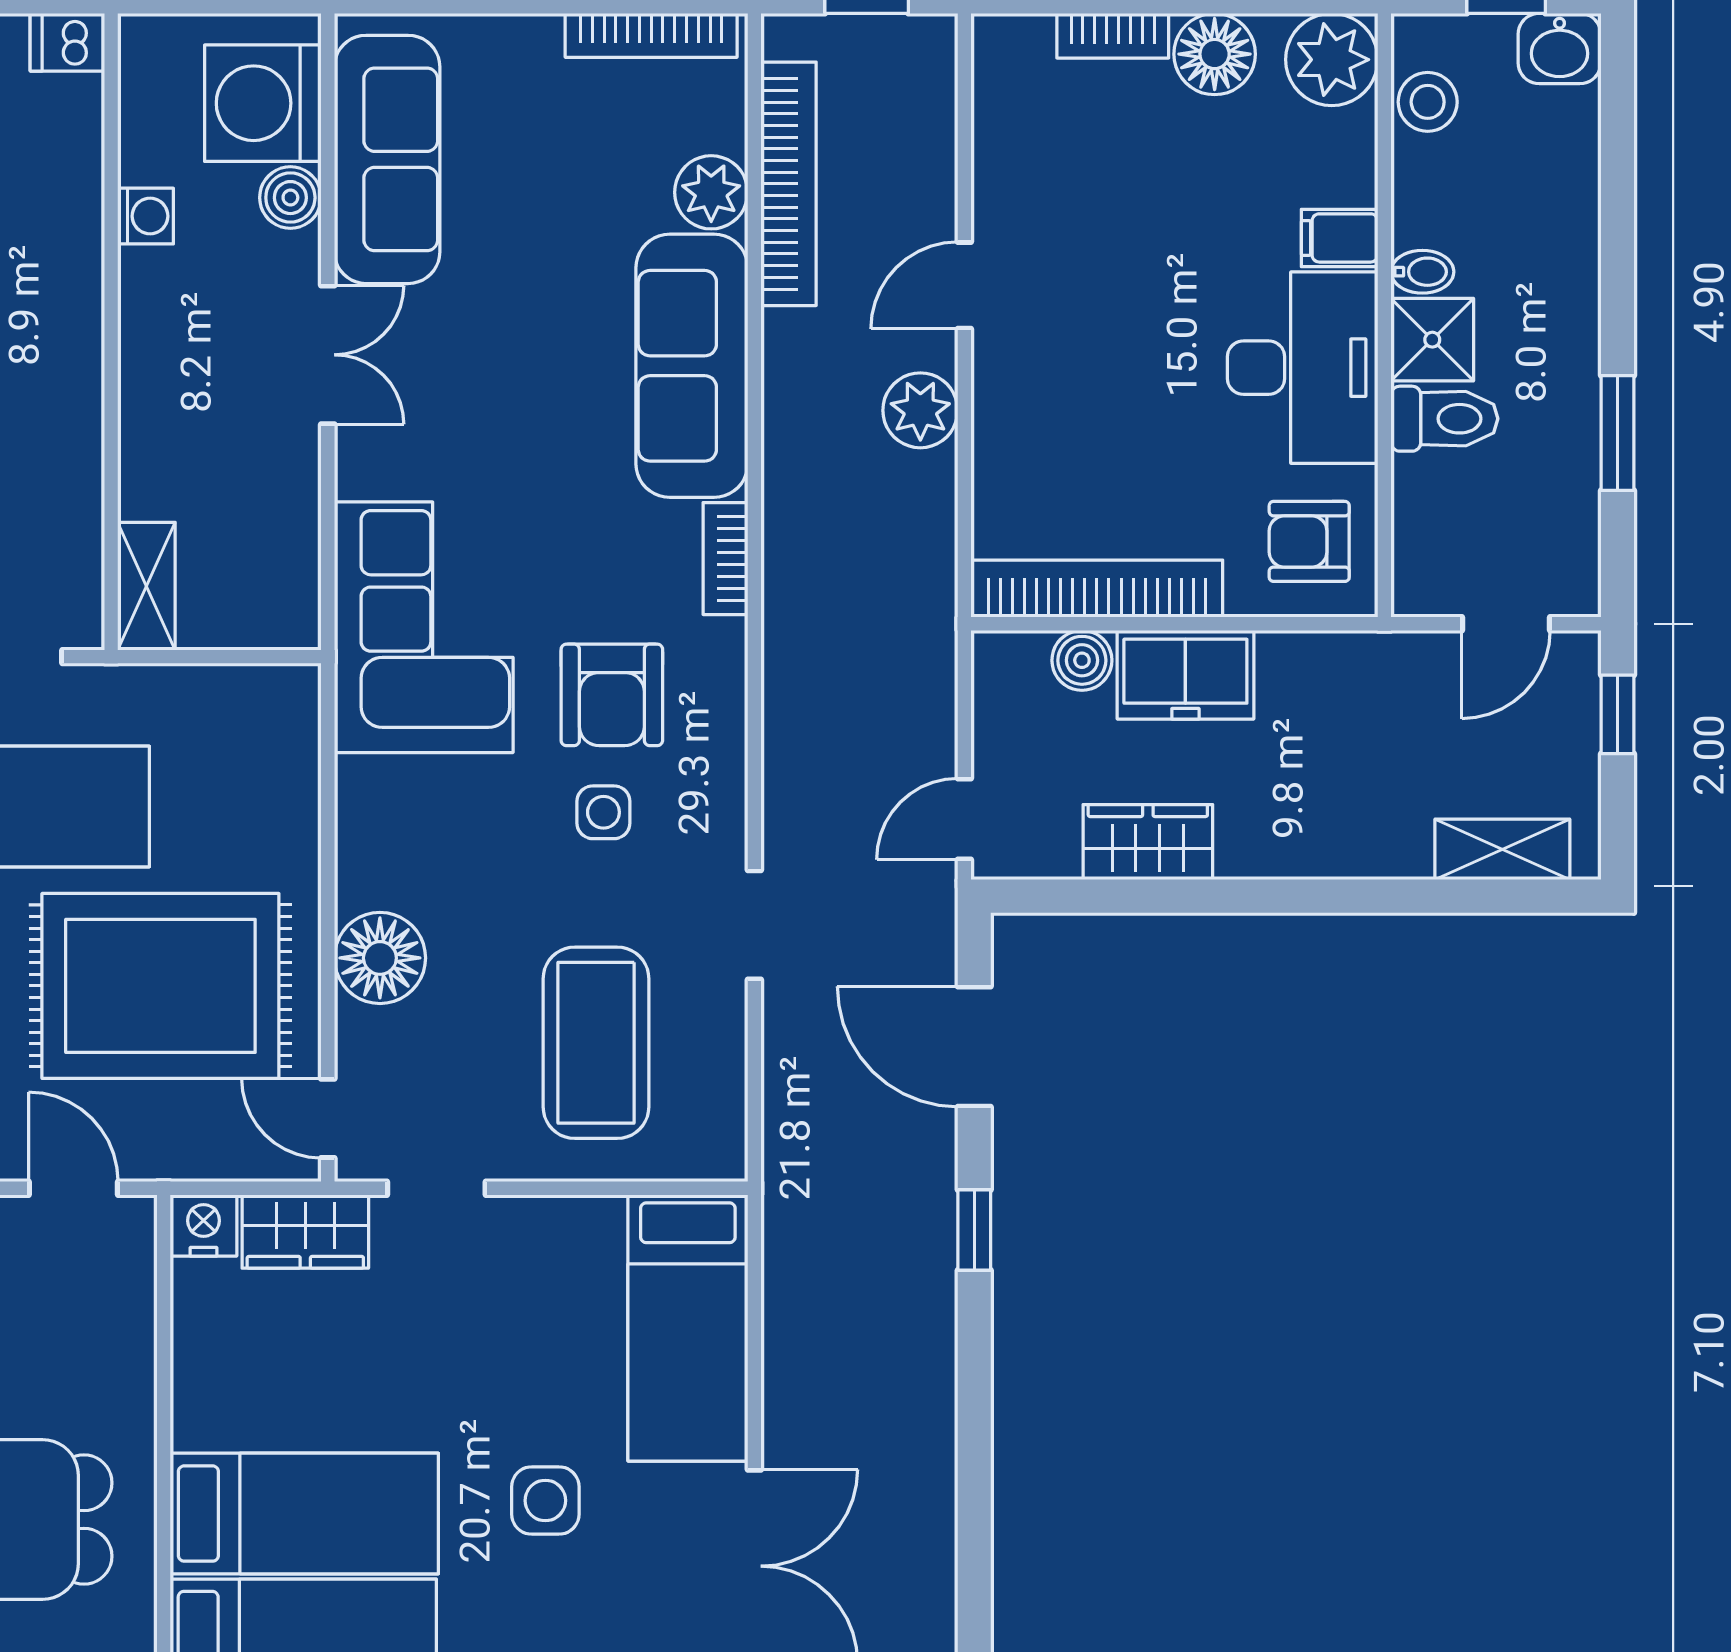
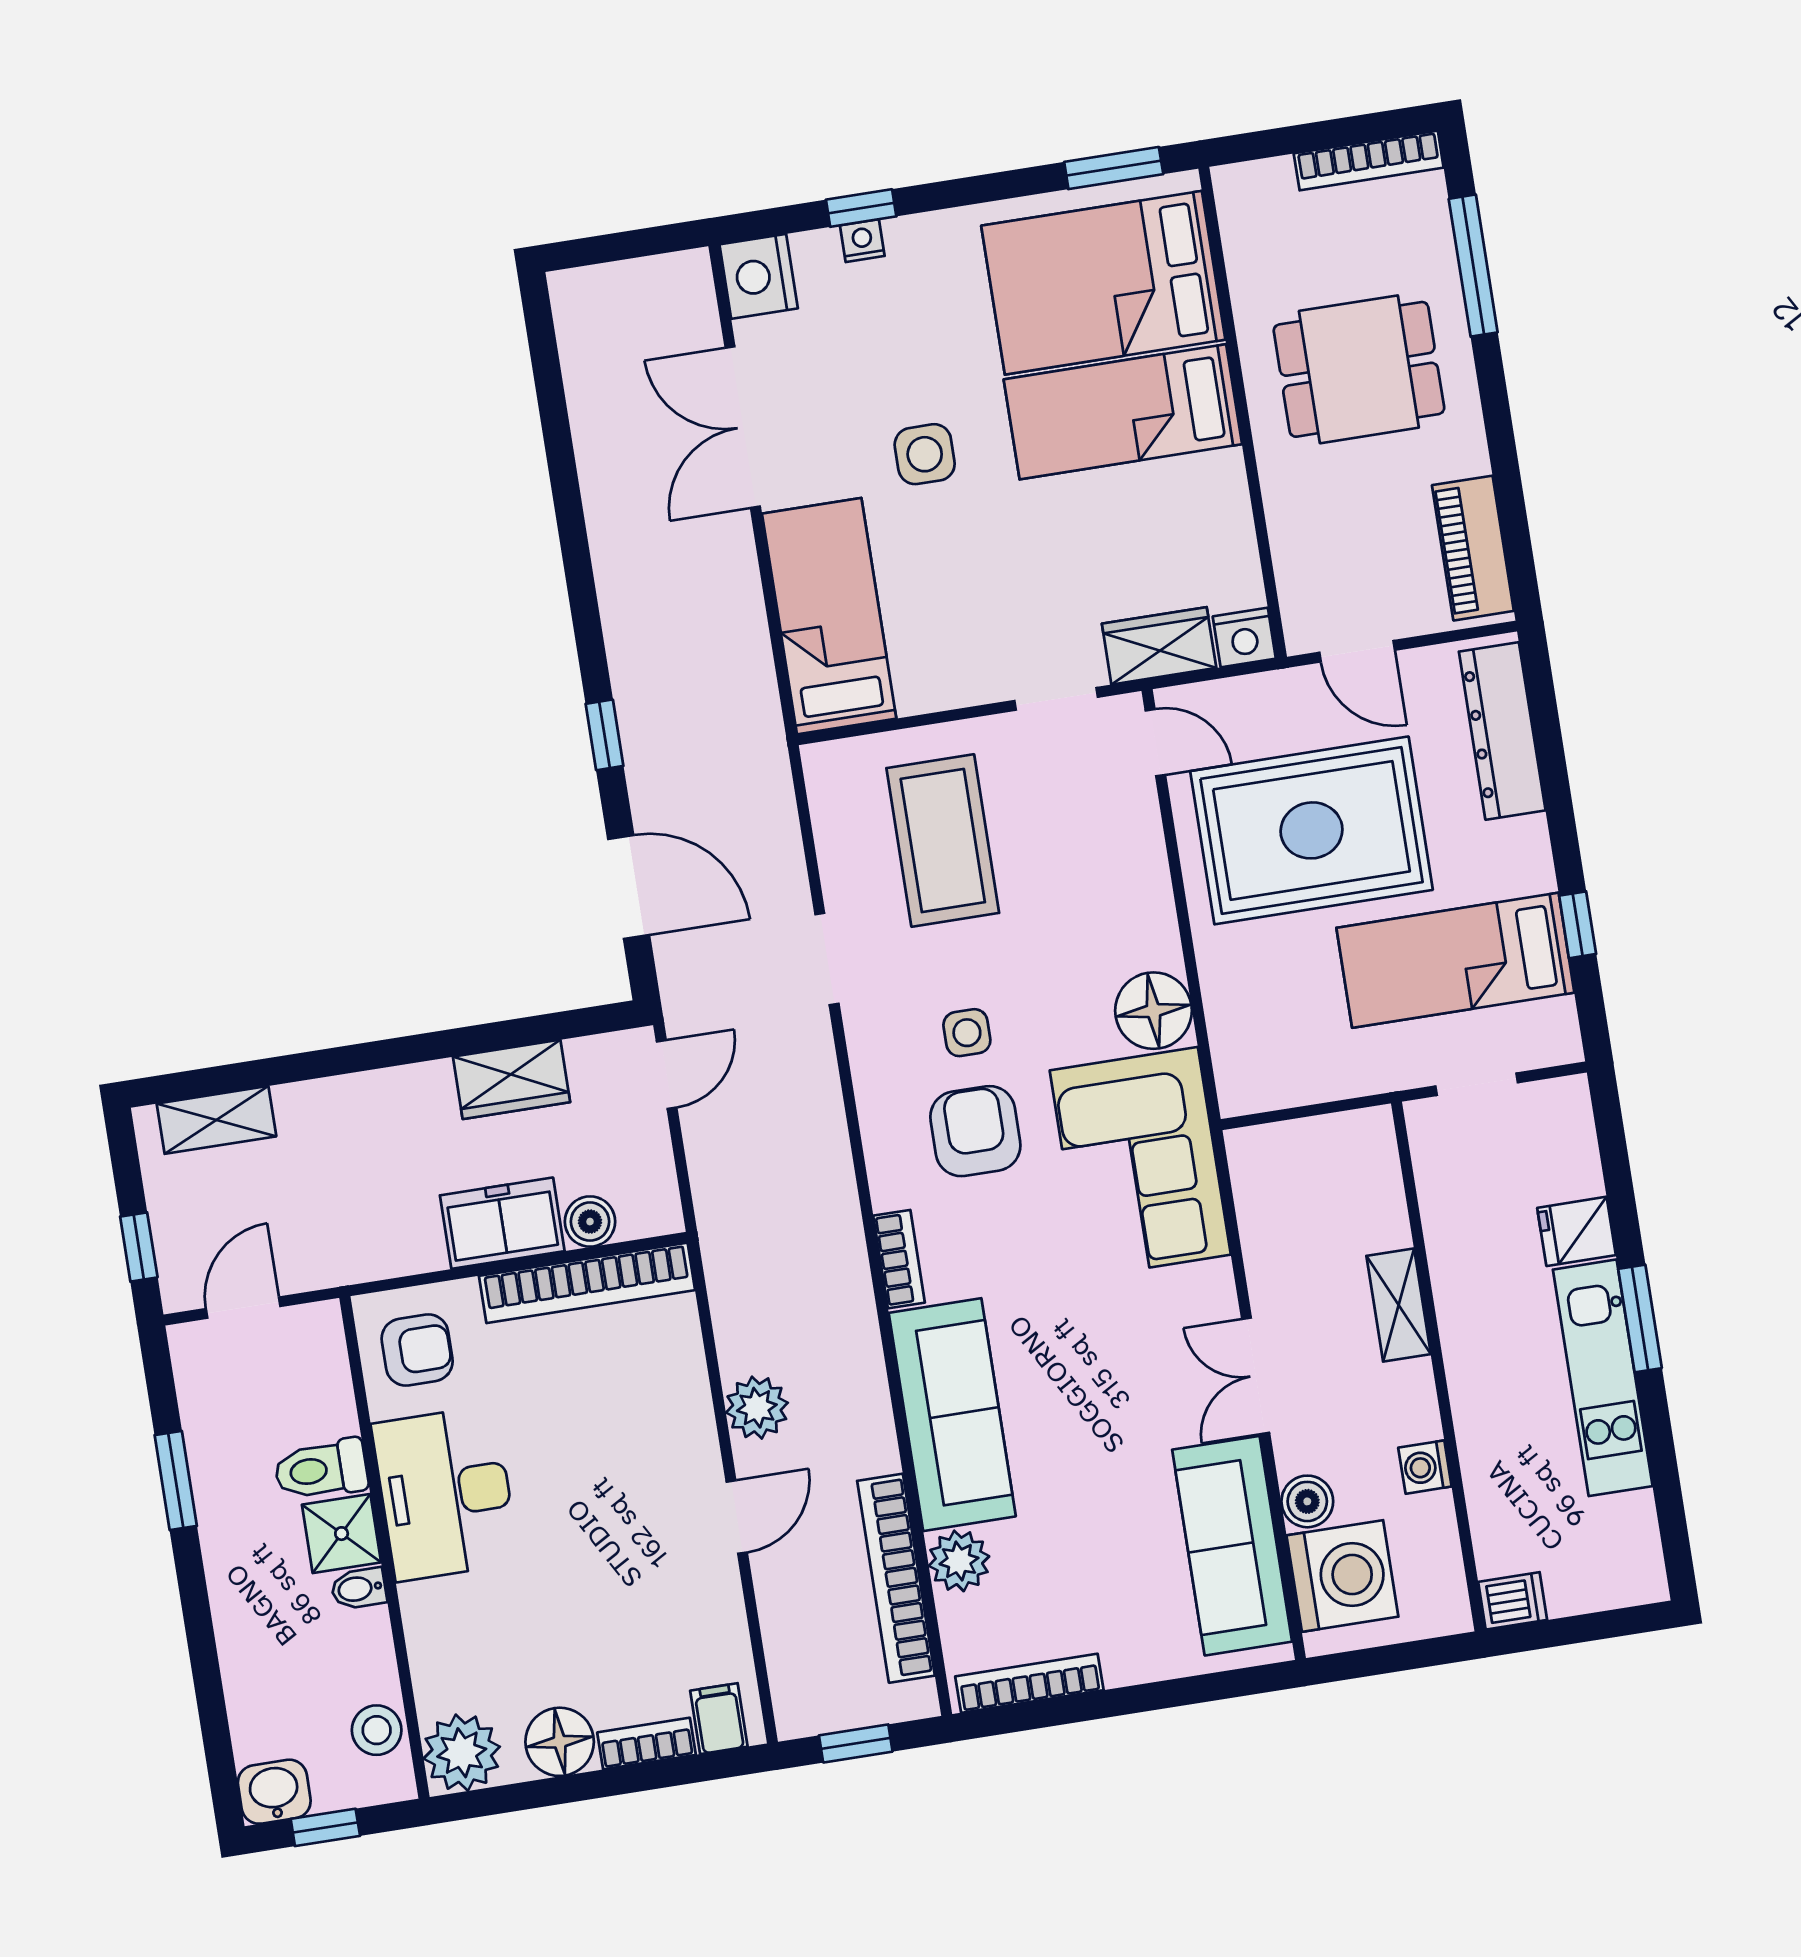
filing cabinet: (1340, 238) -> (719, 1719), moved, turned -90
shelving: (146, 586) -> (1399, 1305), moved
floor lamp: (380, 958) -> (1153, 1011), moved

